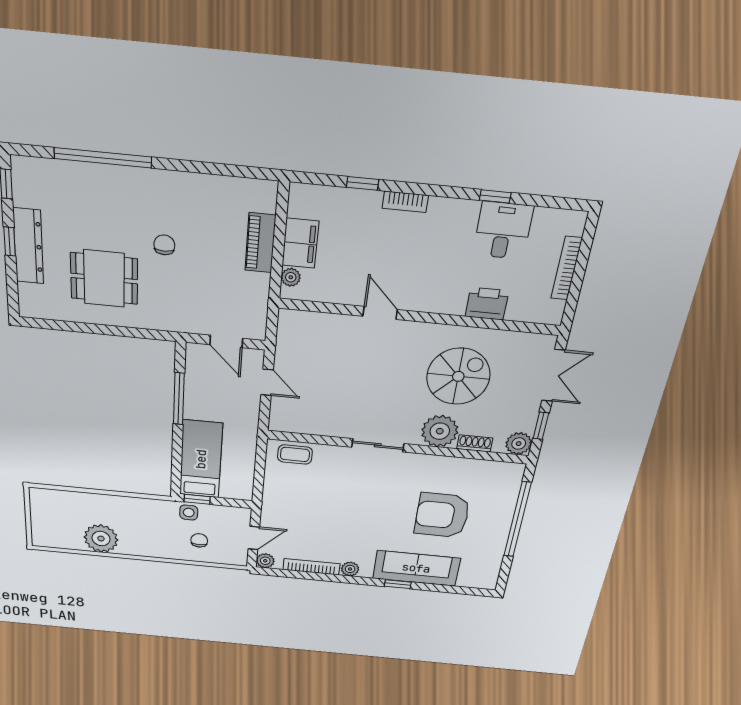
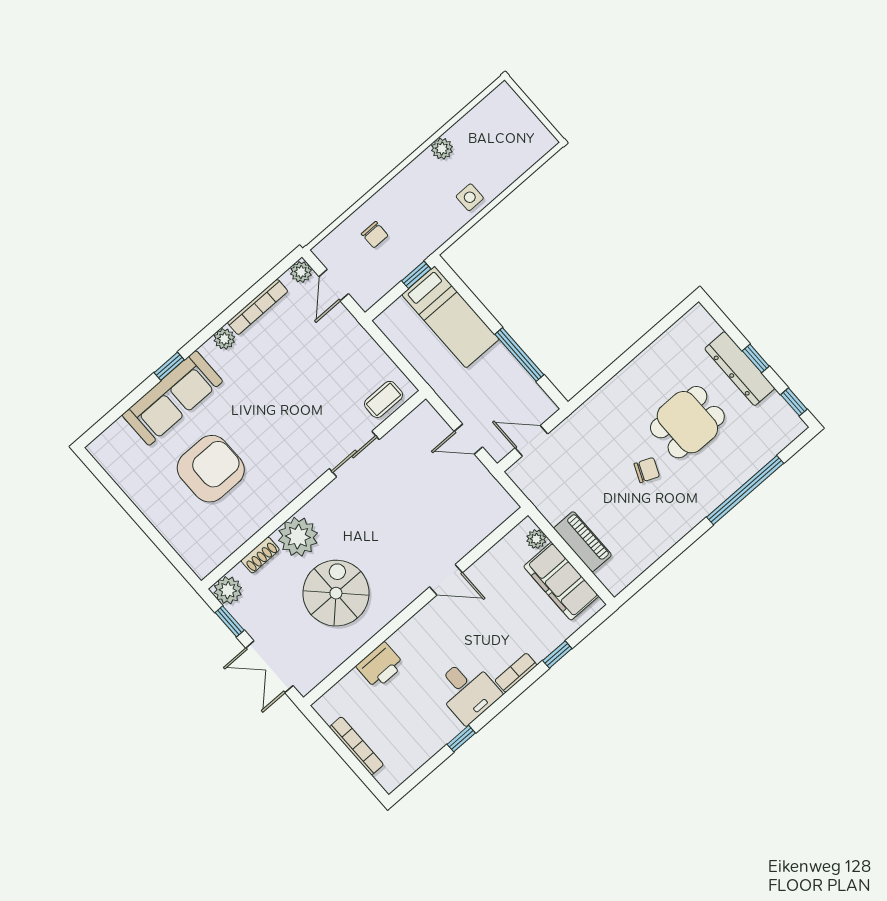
desk: (503, 231) -> (467, 691), moved
filing cabinet: (300, 243) -> (561, 581), width x1.50, depth x1.17
chair: (164, 245) -> (647, 470), turned -67
dining table: (104, 279) -> (687, 422), moved
spiral stairs: (458, 376) -> (336, 593), turned 180
sliding door: (378, 445) -> (354, 454), moved
side table: (189, 512) -> (470, 197), moved
window: (517, 520) -> (148, 529), removed
plant: (101, 539) -> (442, 149), width x0.53, depth x0.53

